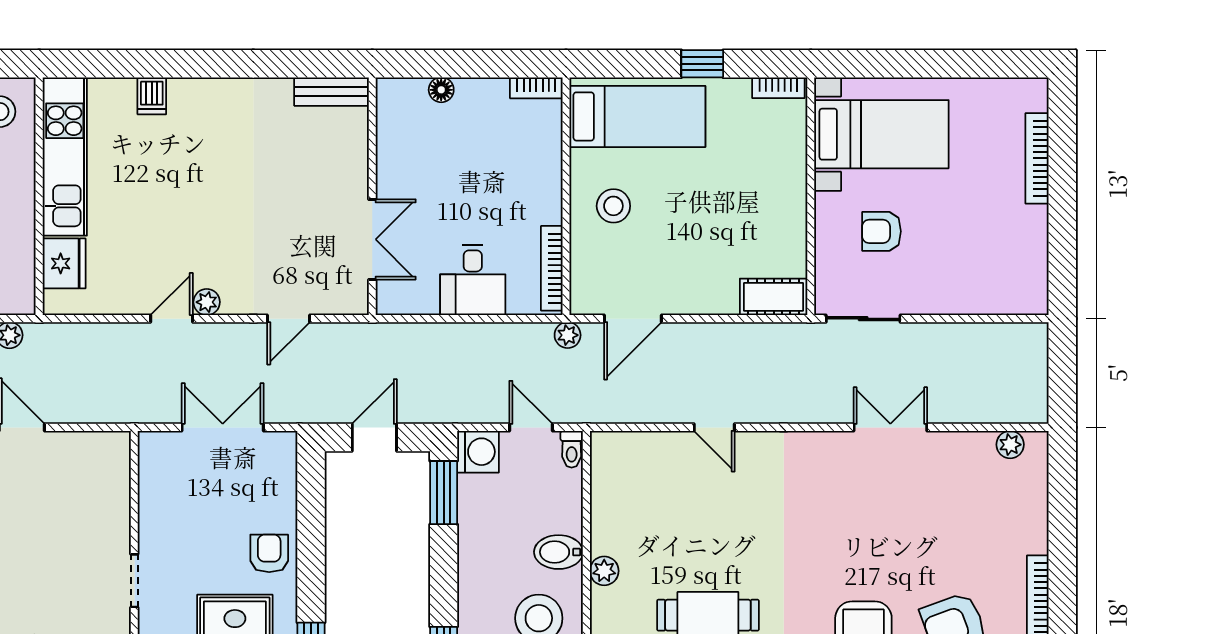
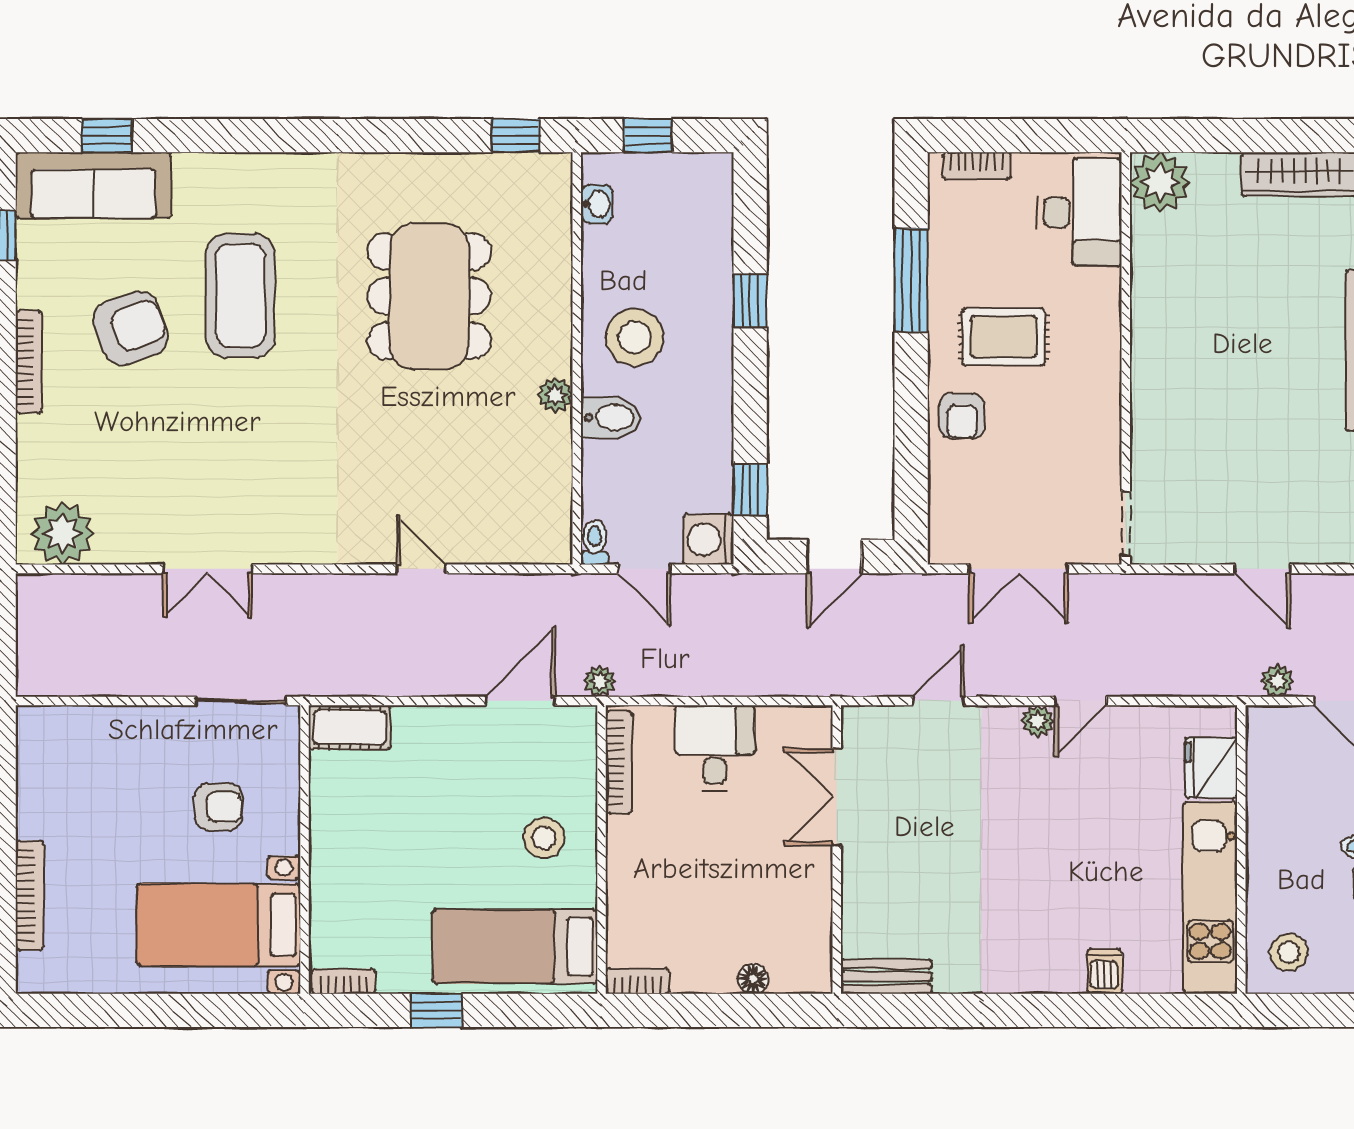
plant: (1010, 445) -> (62, 533), width x1.87, depth x1.87
window: (444, 493) -> (750, 490), width x0.67
doorway: (134, 581) -> (1126, 524), moved

